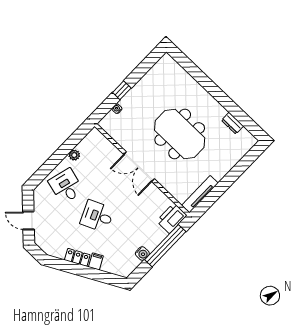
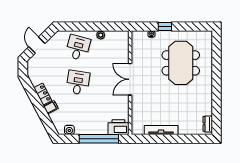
dresser: (232, 123) -> (208, 124), moved
meeting table: (180, 134) -> (181, 63), moved
tv unit: (200, 194) -> (161, 130), moved
desk: (97, 216) -> (78, 83), turned 33
water cooler: (142, 254) -> (69, 130), moved

